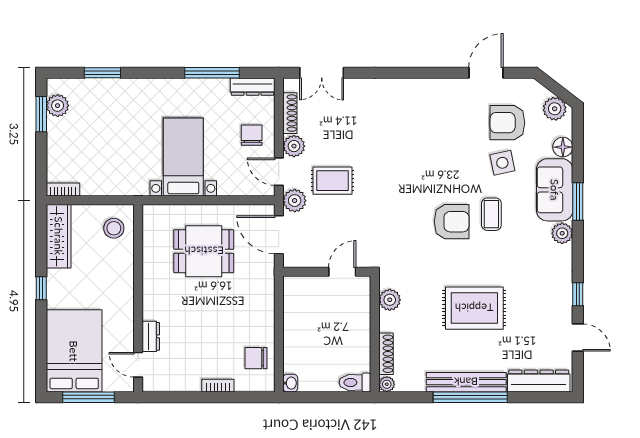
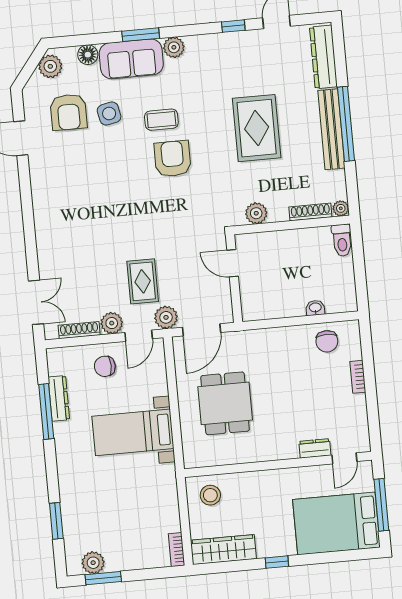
dresser: (253, 87) -> (59, 398), moved
washbasin: (290, 383) -> (315, 308), moved

